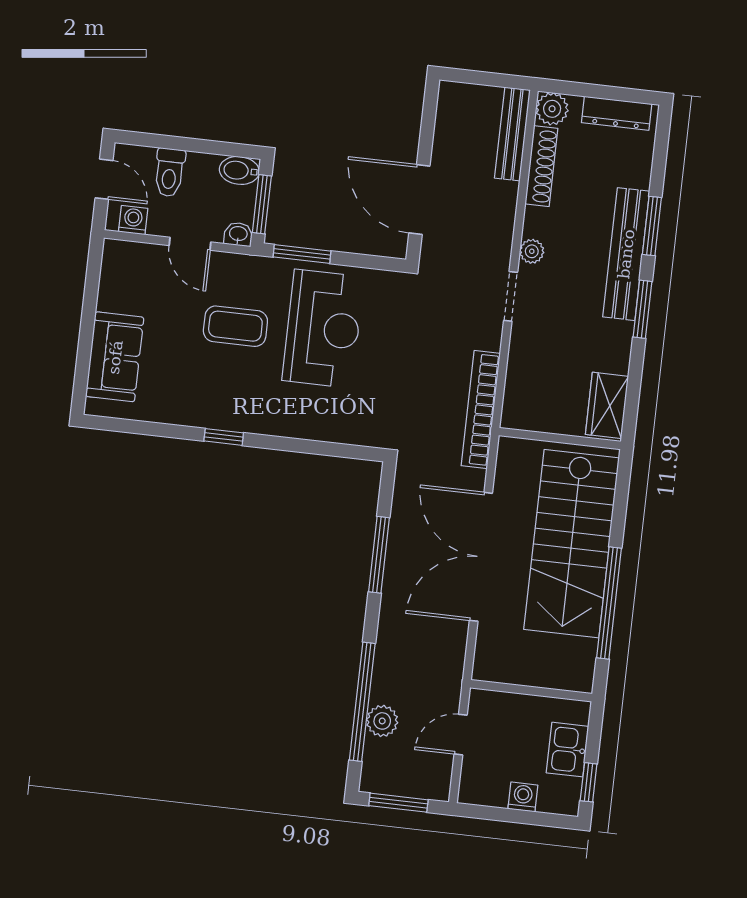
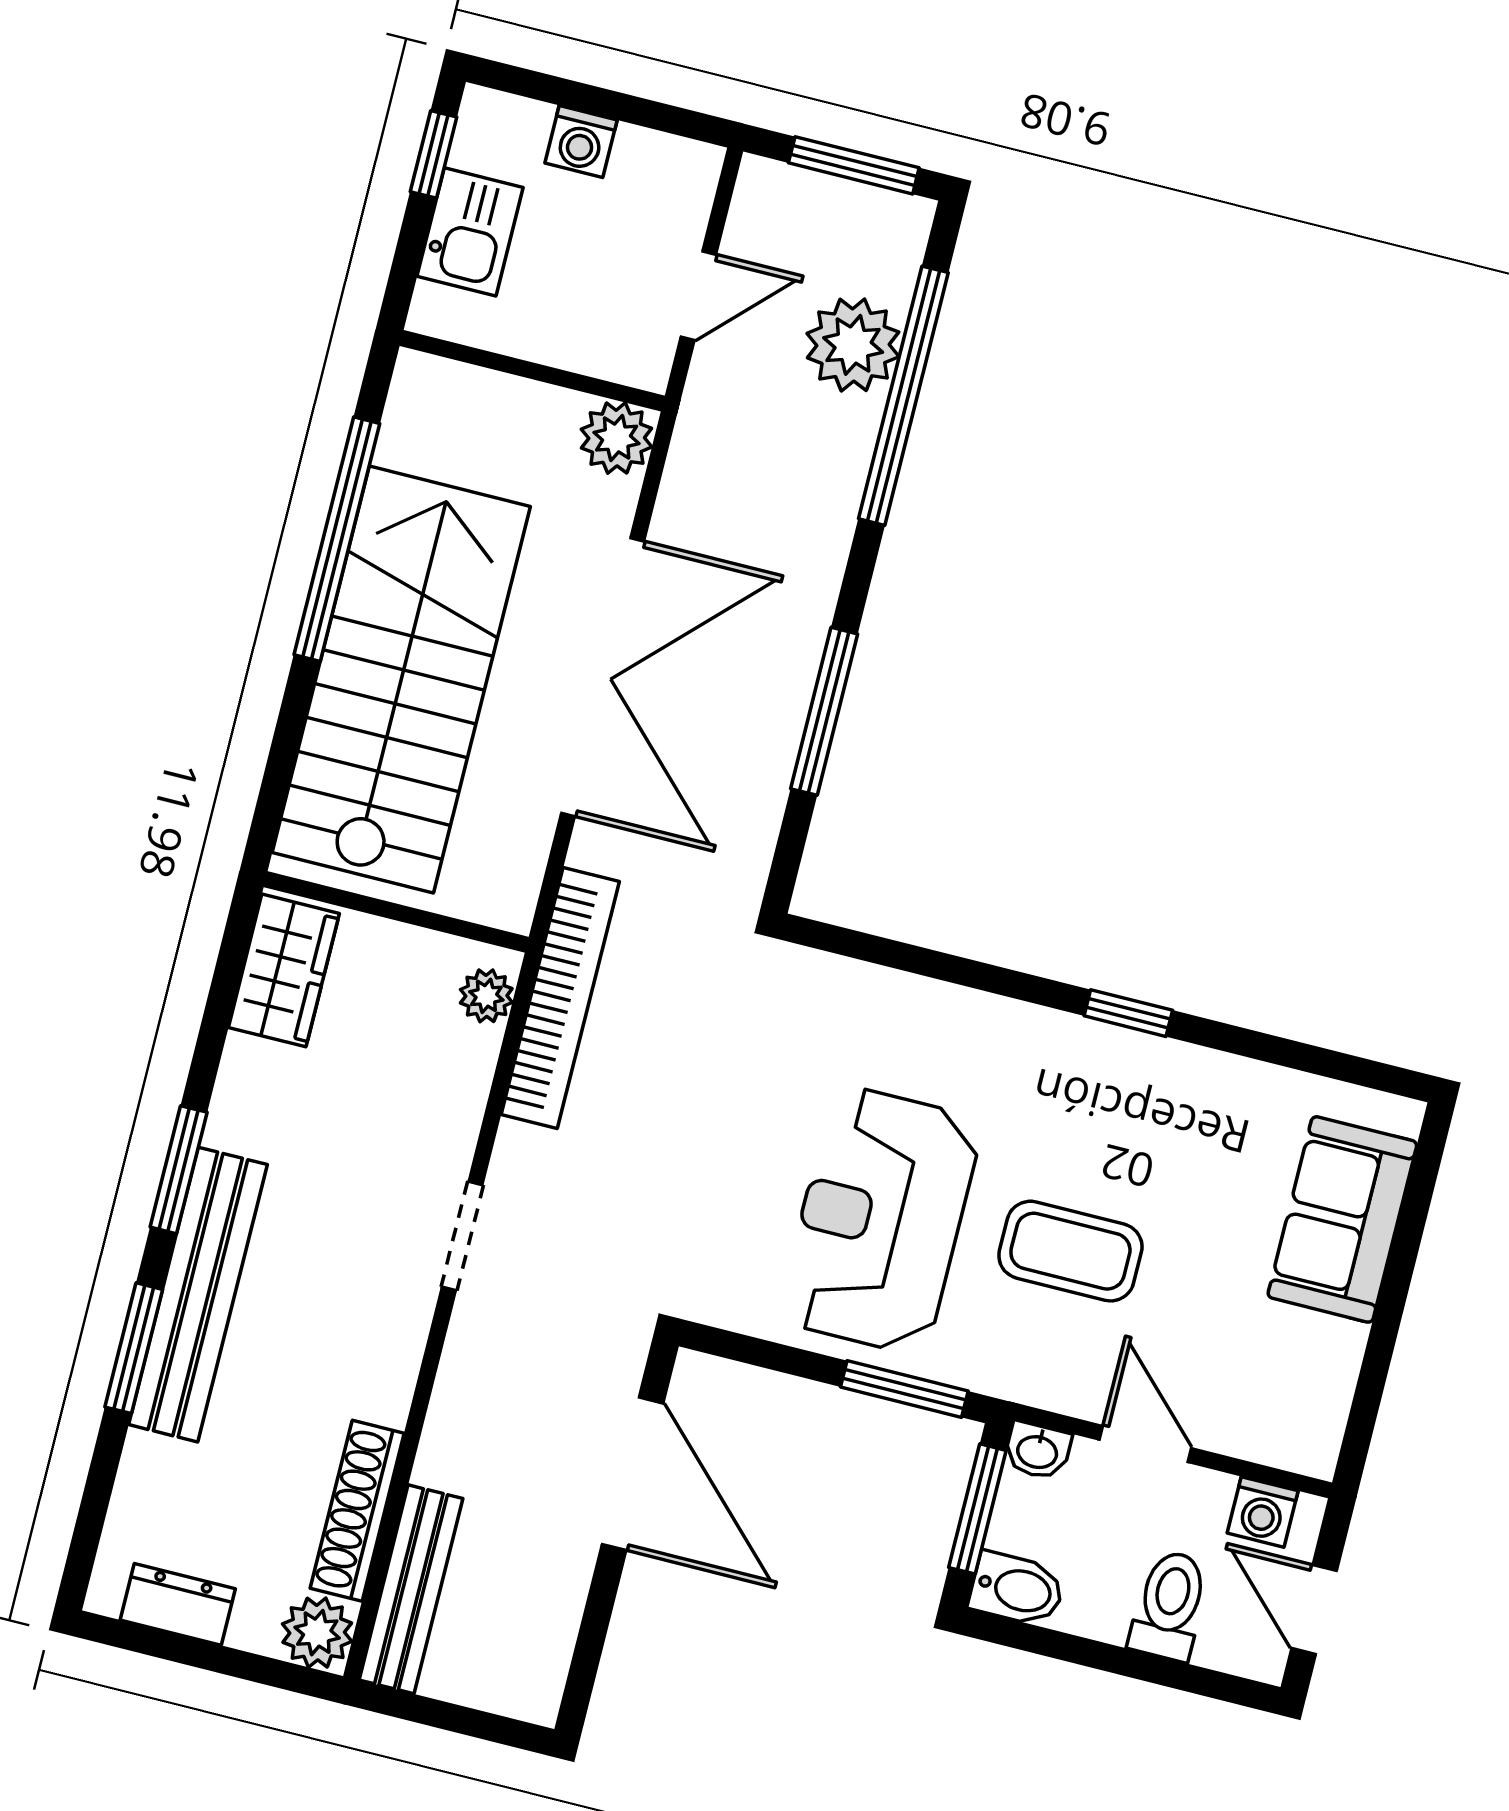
dresser: (617, 113) -> (178, 1604), width x0.70
plant: (532, 251) -> (486, 996), moved
plant: (489, 665) -> (617, 438), added
plant: (382, 721) -> (853, 345), width x1.36, depth x1.36

